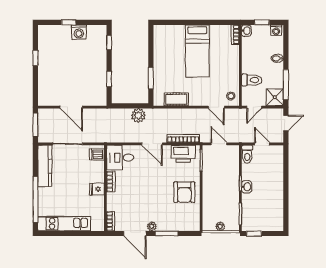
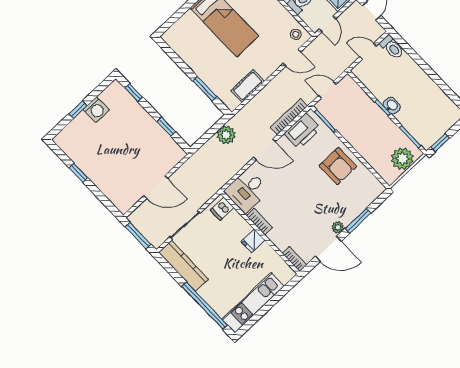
toilet: (247, 154) -> (392, 47), moved
plant: (220, 226) -> (402, 159), width x1.87, depth x1.87

